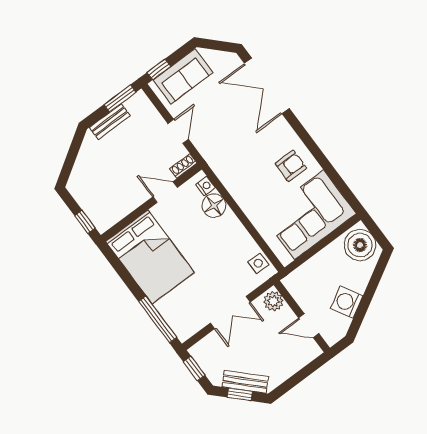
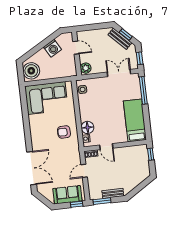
armchair: (291, 166) -> (64, 132), moved
bed: (150, 257) -> (135, 120), width x0.67
double door: (230, 313) -> (119, 73), moved

